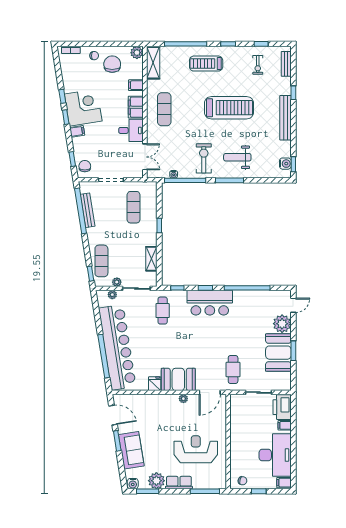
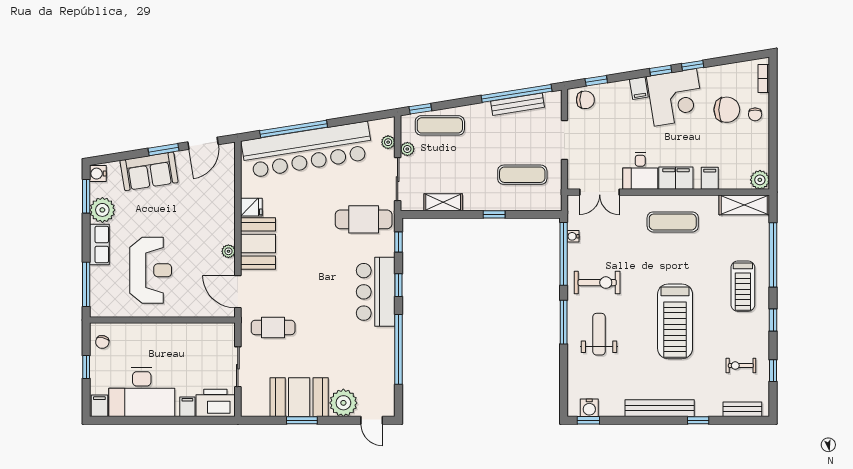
chair: (112, 64) -> (727, 110), moved
treadmill: (206, 64) -> (743, 286), turned 180
cafe table: (163, 311) -> (364, 219), width x1.37, depth x1.35

